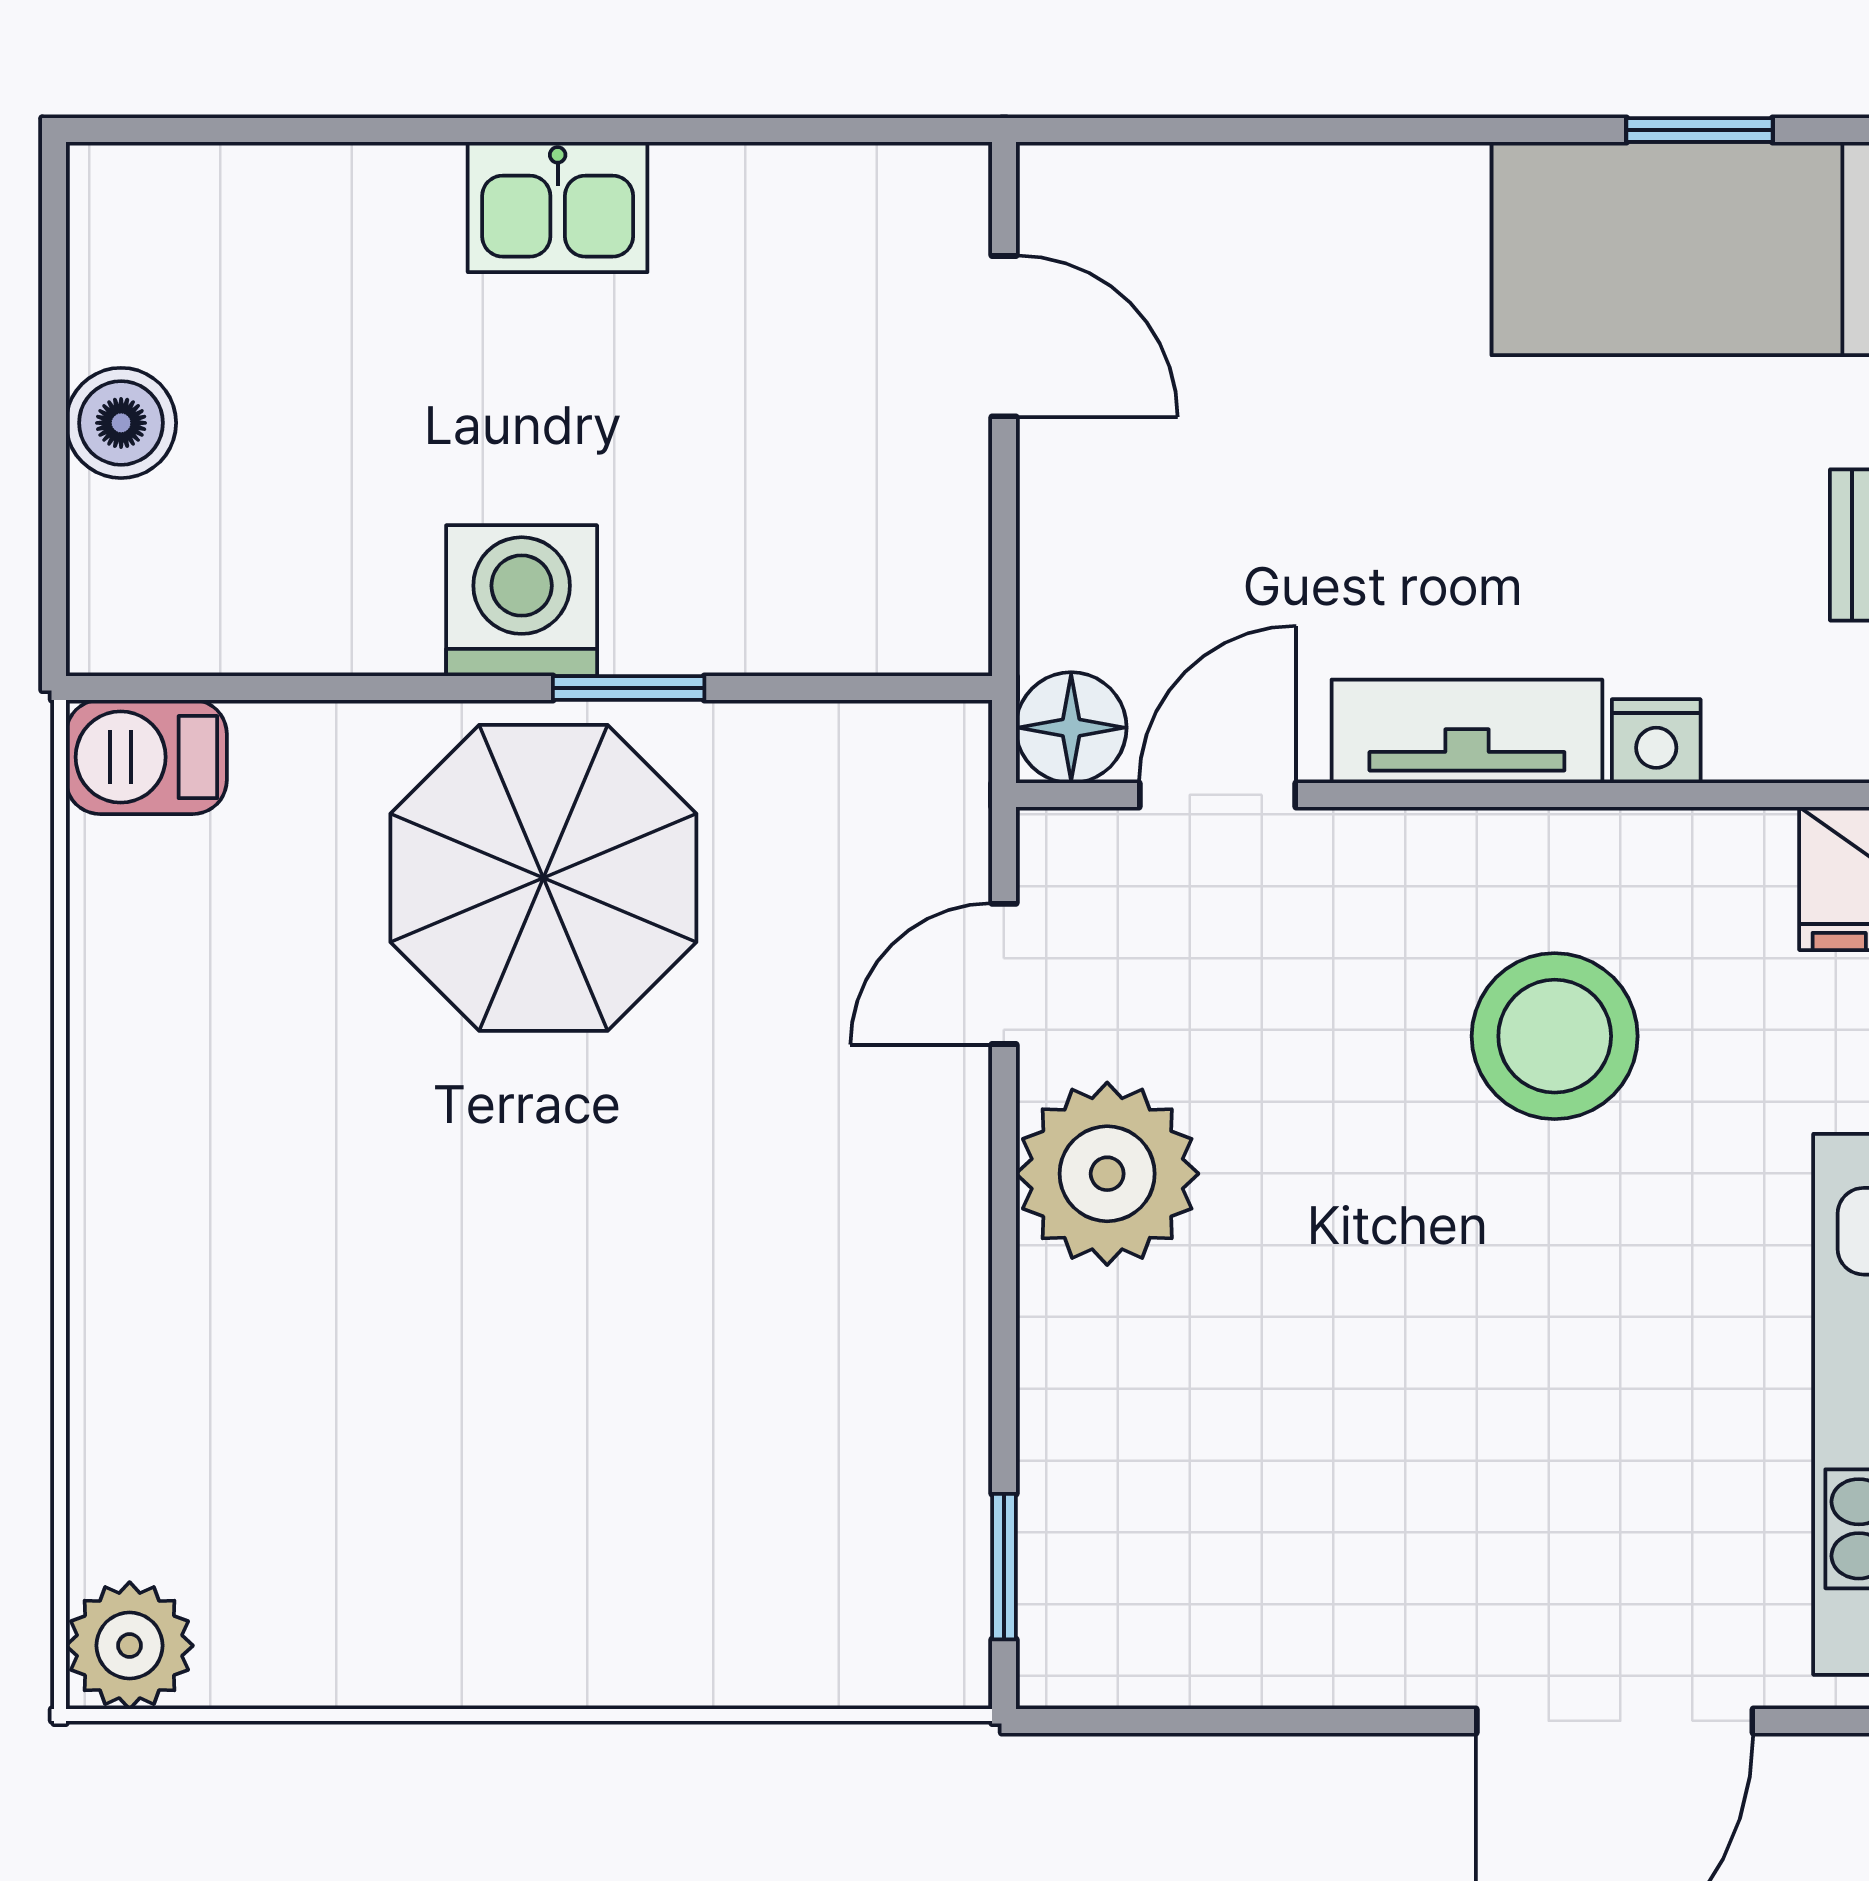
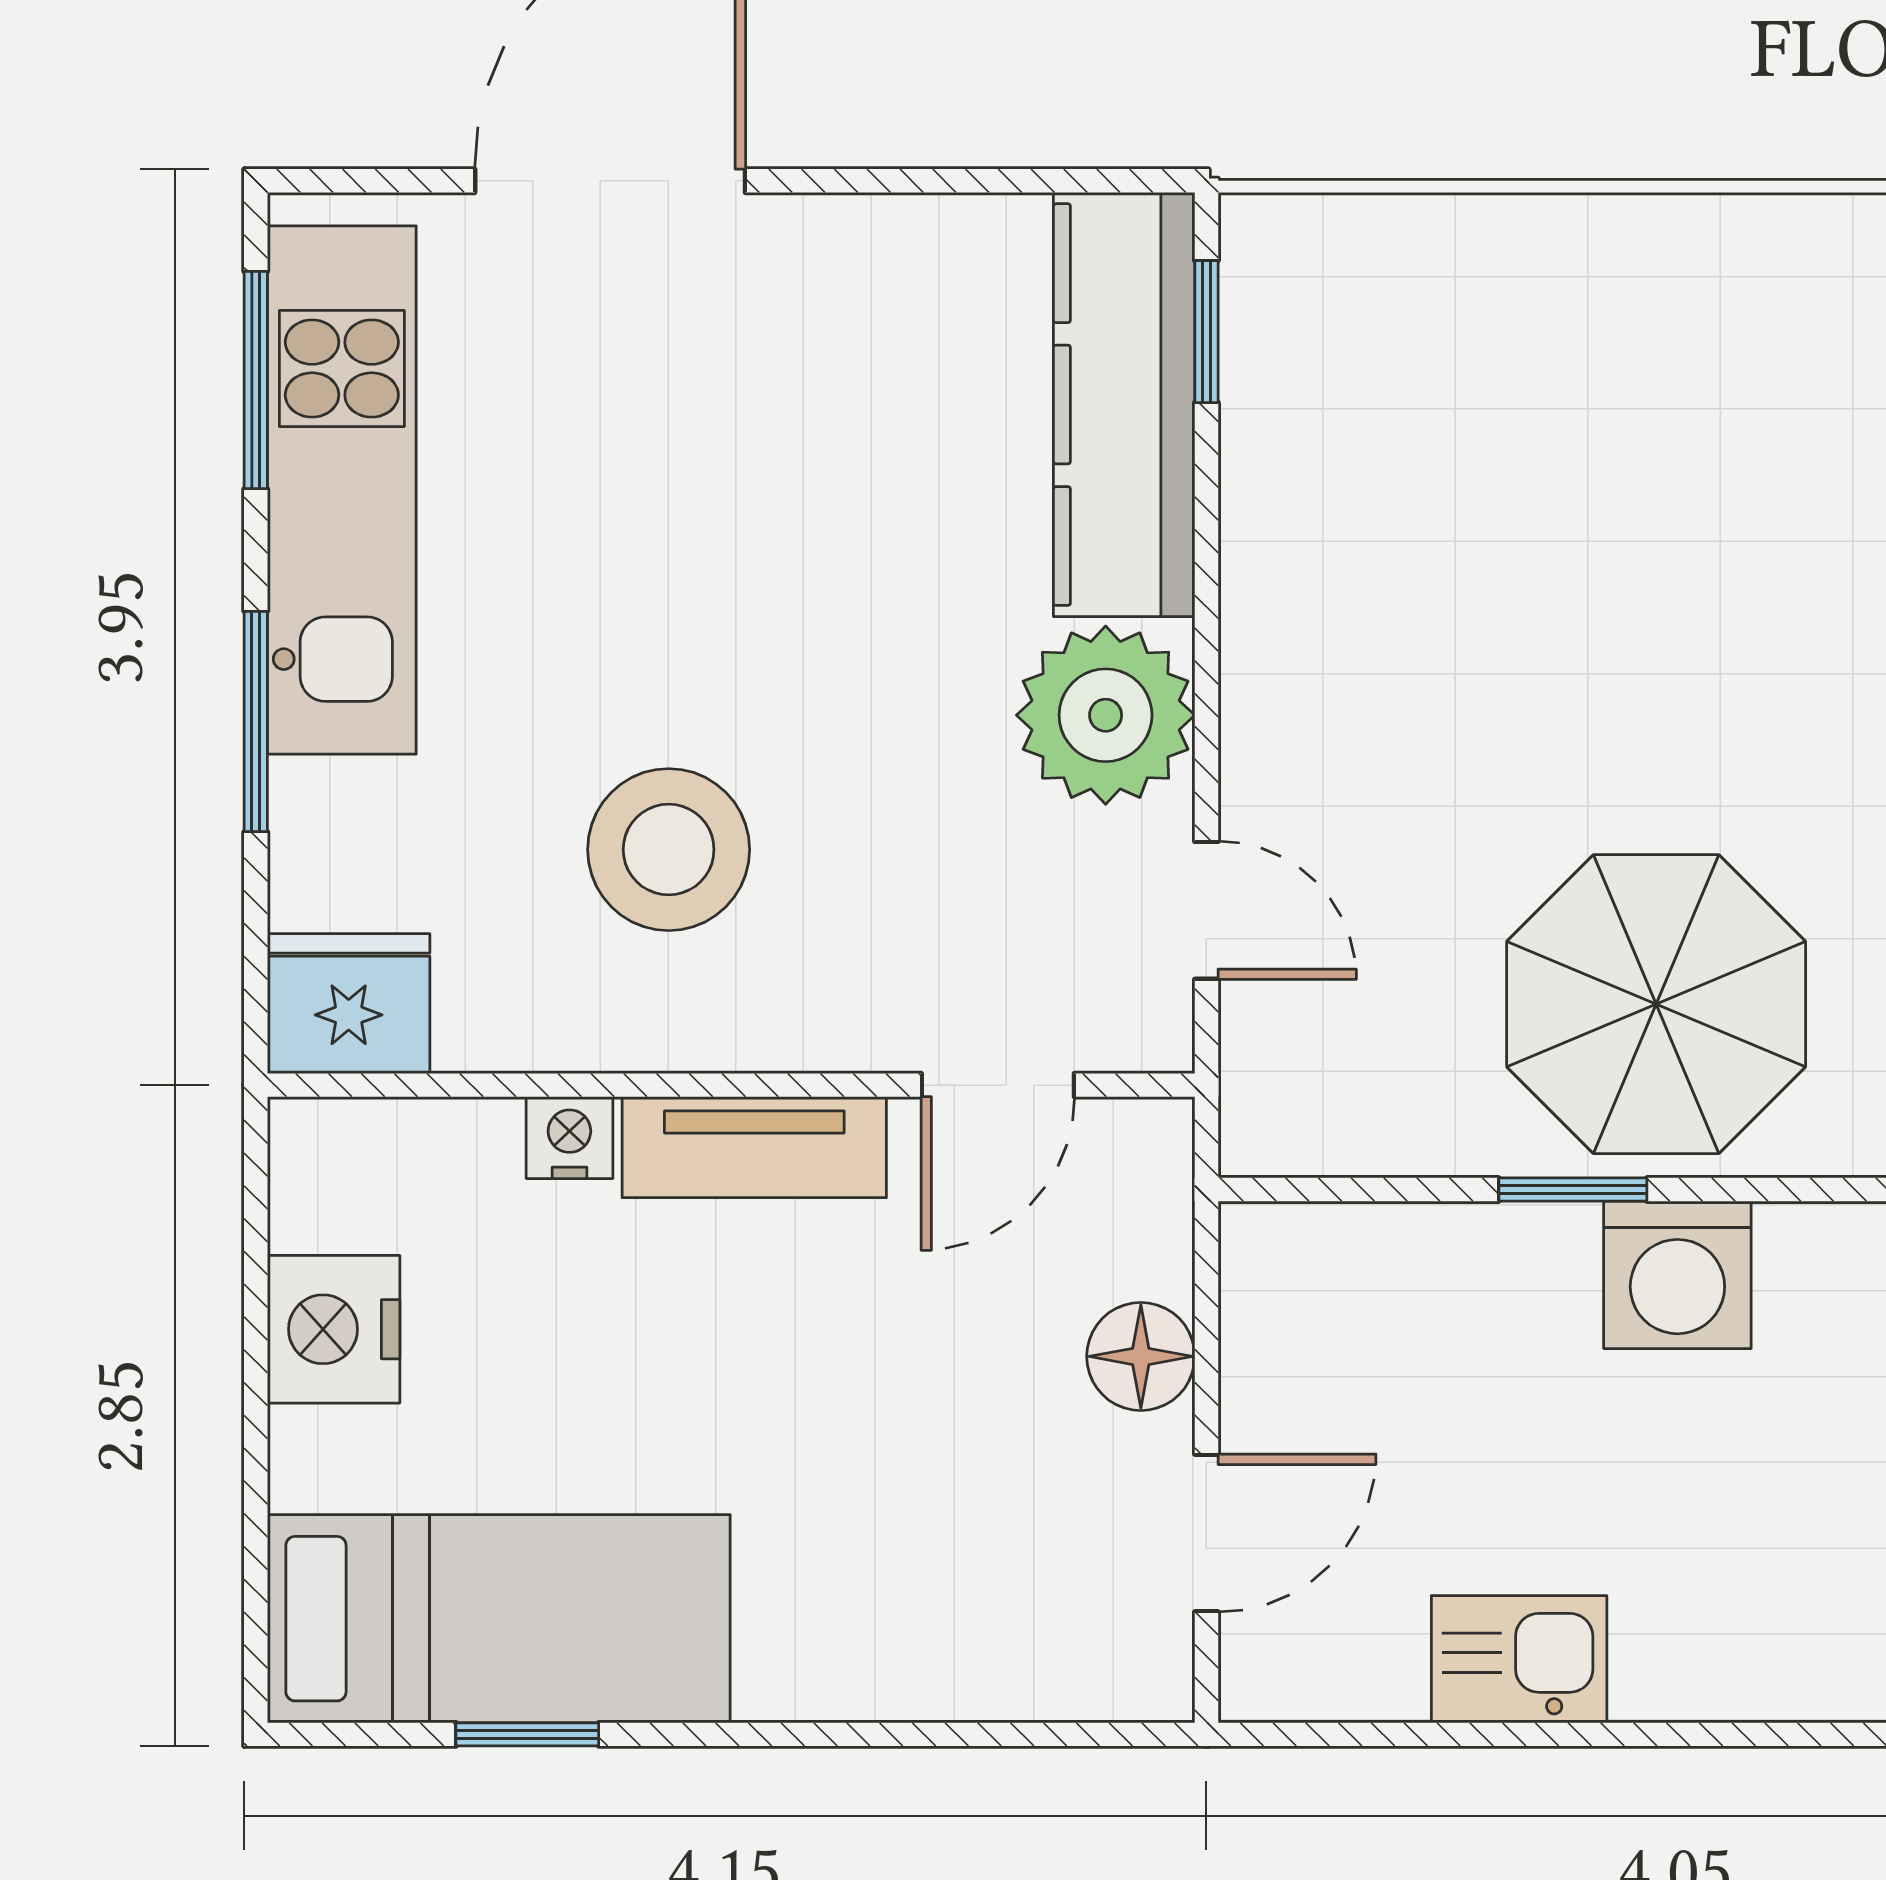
kitchen sink: (558, 207) -> (1519, 1659), moved
door: (1004, 336) -> (1206, 1533), swing flipped
floor lamp: (1071, 728) -> (1141, 1356), moved
door: (1004, 974) -> (1206, 910), hinge flipped
kitchen counter: (1088, 1492) -> (1124, 405), added

